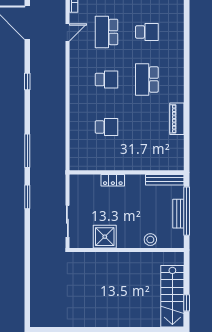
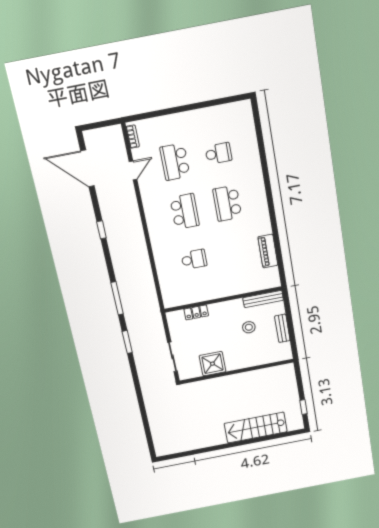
school desk: (107, 80) -> (185, 212), width x1.85
piano: (177, 119) -> (268, 251), moved
locker: (113, 180) -> (196, 312), moved
window: (187, 211) -> (290, 324), removed
stool: (150, 240) -> (249, 327), moved
stairs: (172, 296) -> (256, 428), moved, turned 90

